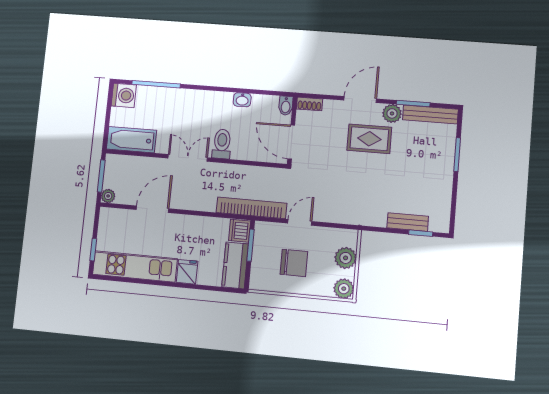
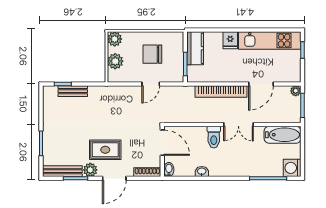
shoe rack: (309, 104) -> (147, 172), width x1.43
bookcase: (251, 208) -> (221, 91), moved
dishwasher: (240, 231) -> (194, 74), removed

